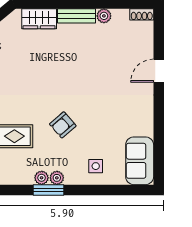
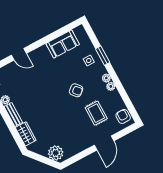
sofa: (140, 161) -> (63, 44), moved
window: (48, 190) -> (103, 56), moved

